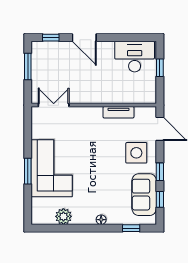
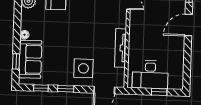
desk: (135, 57) -> (150, 75), moved, turned 90
tv unit: (119, 112) -> (121, 48), width x1.41
sofa: (144, 195) -> (30, 59), moved, turned 90

